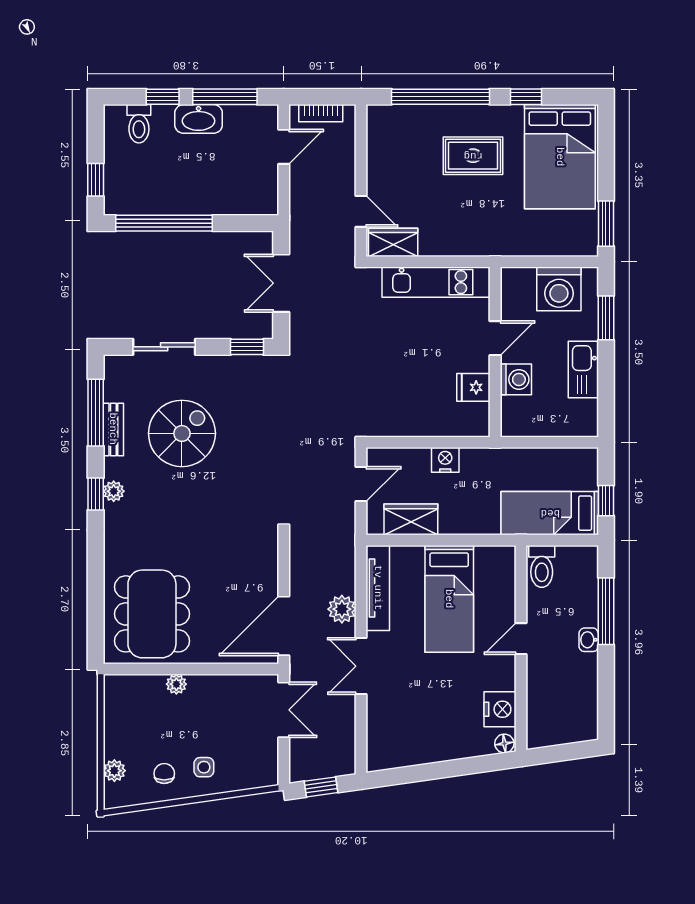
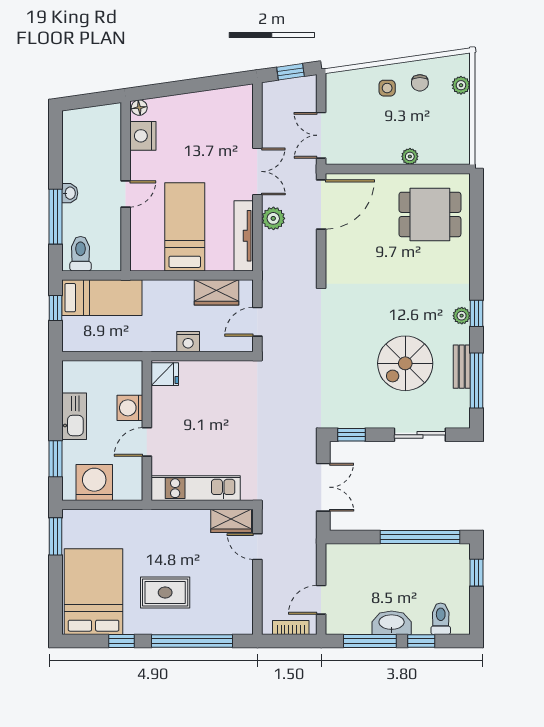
fridge: (473, 387) -> (165, 374), moved
toilet: (542, 566) -> (81, 254), moved
dining table: (152, 614) -> (430, 214), width x0.73

